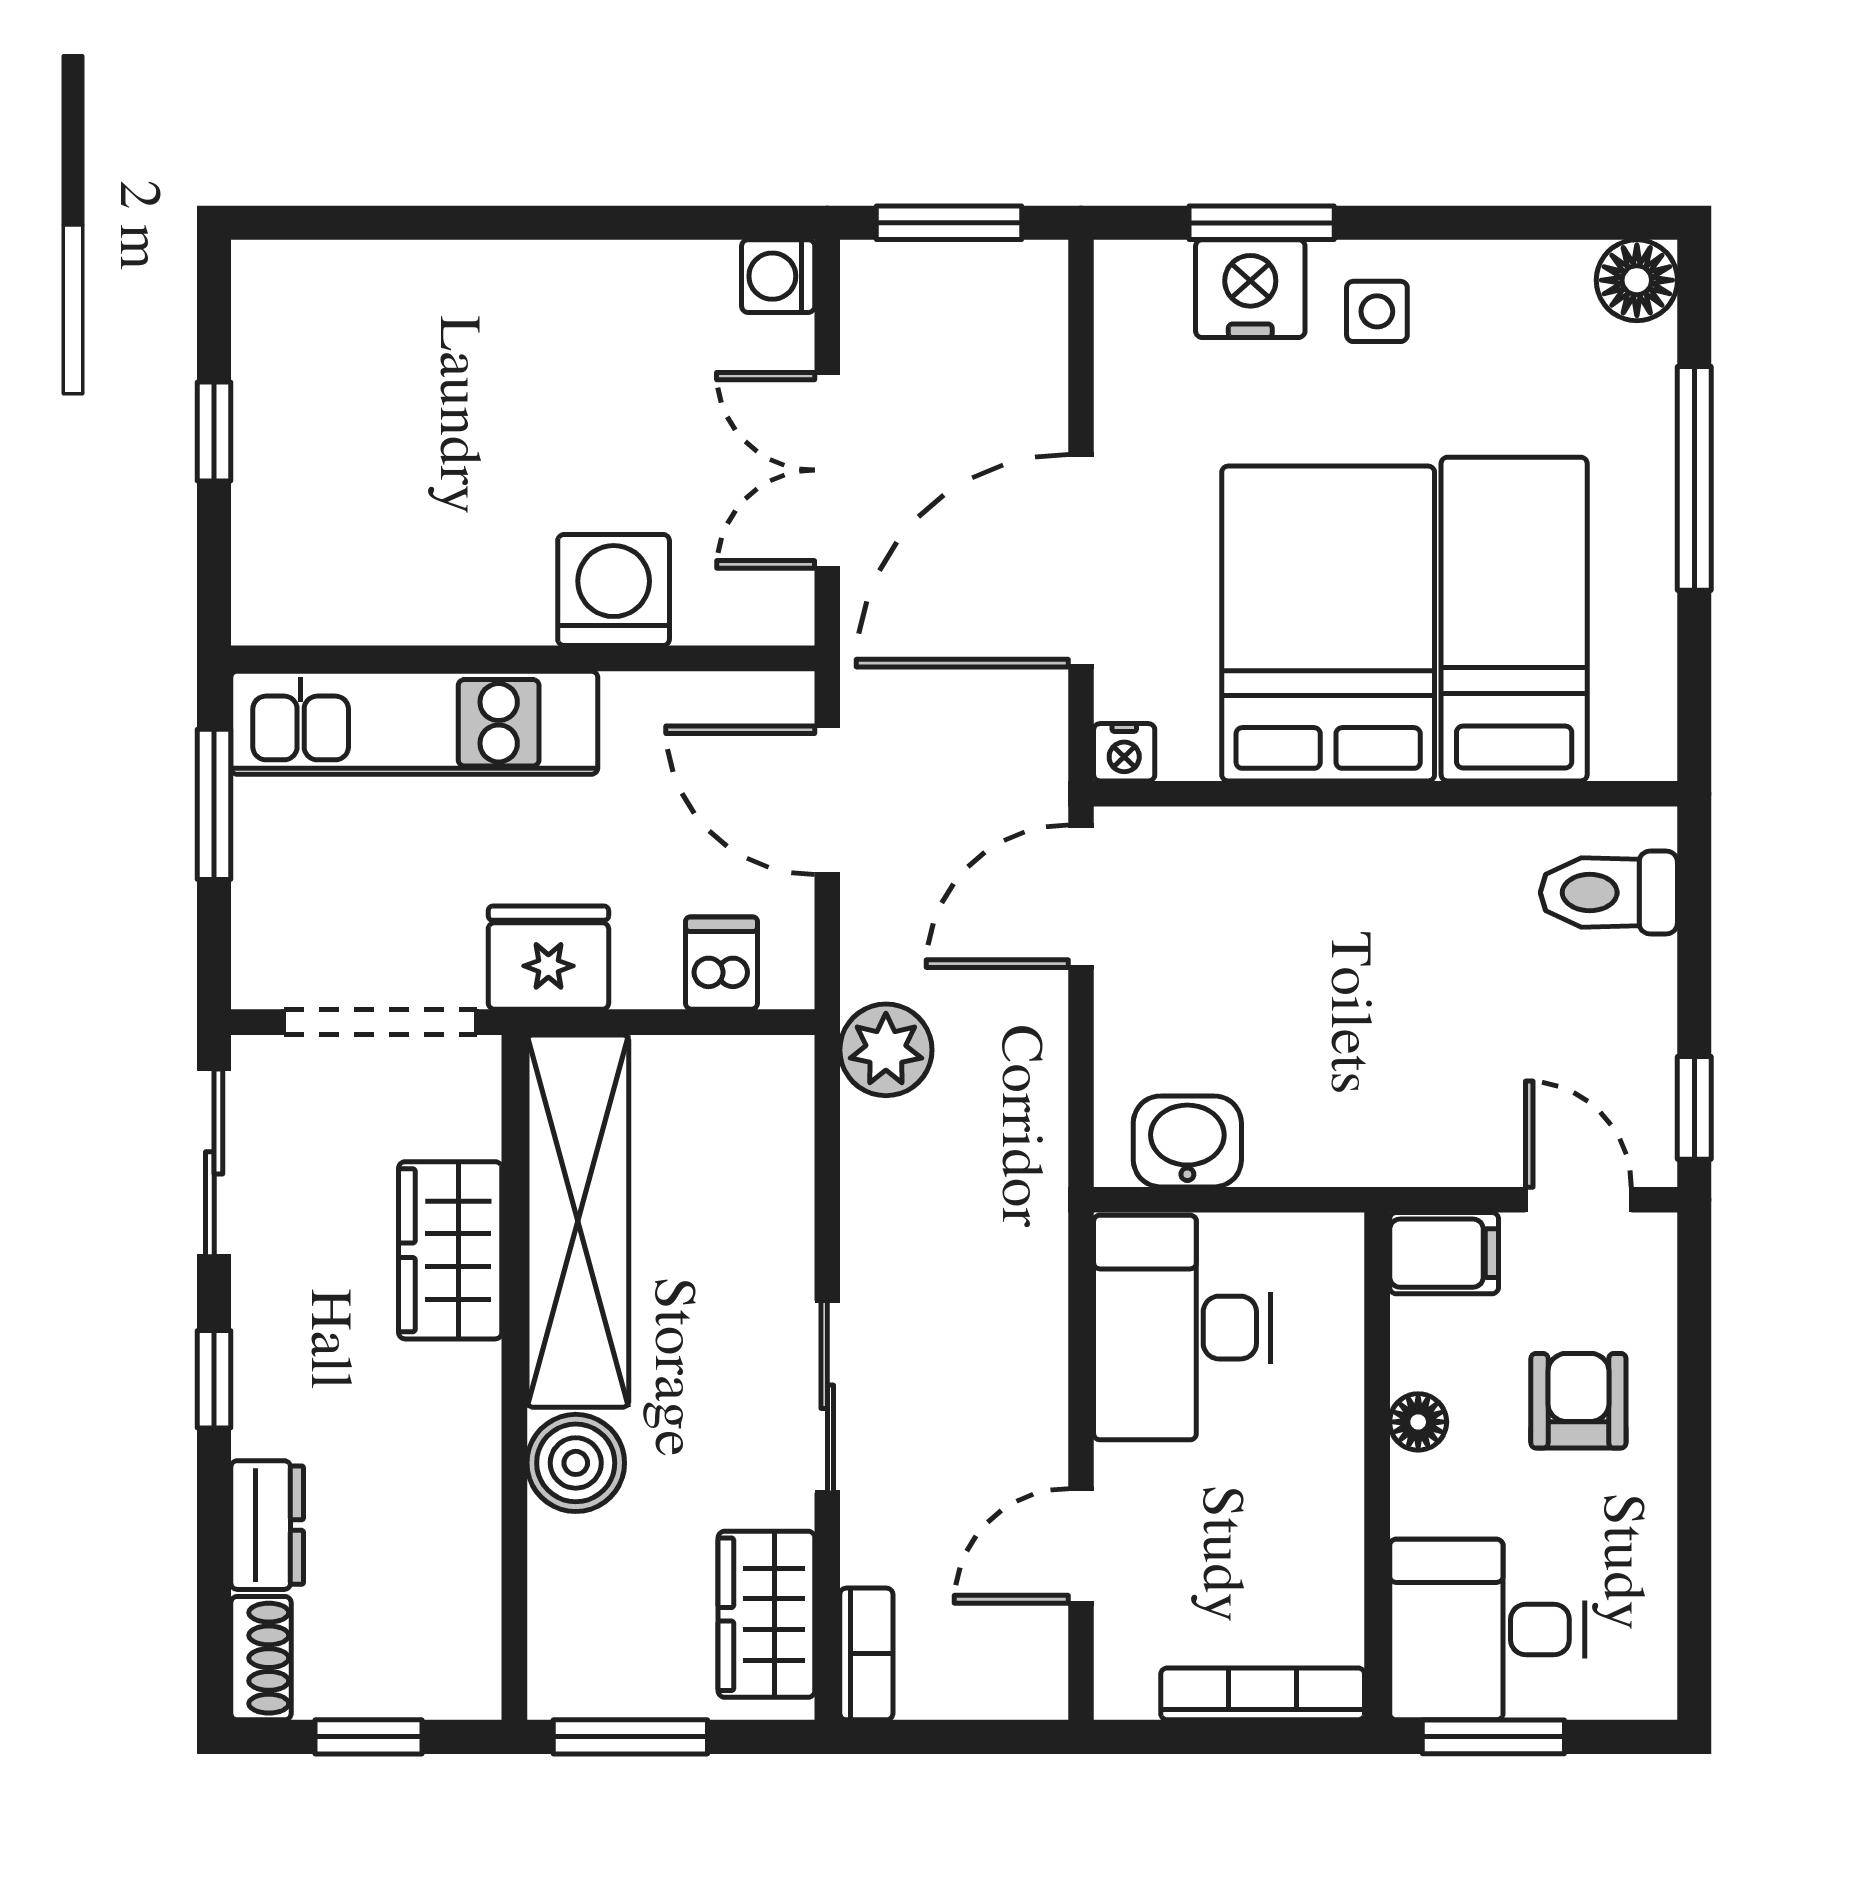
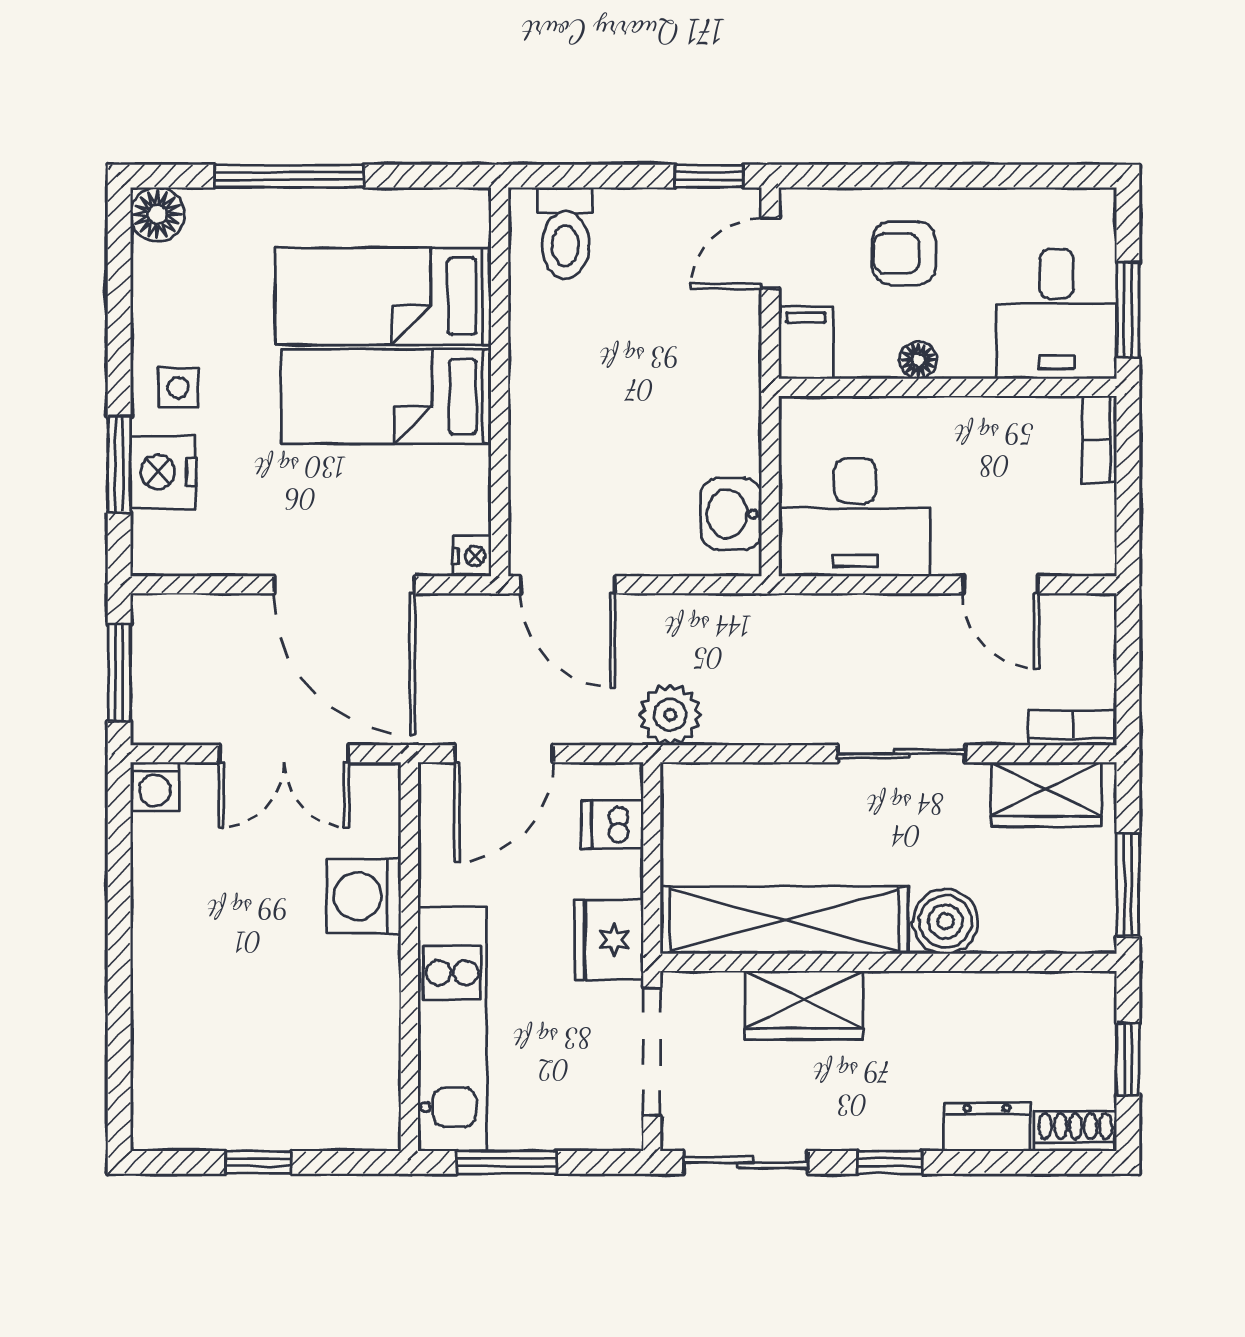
bed: (1328, 624) -> (386, 396), width x0.67
bookcase: (1263, 1694) -> (1099, 439), width x0.64

